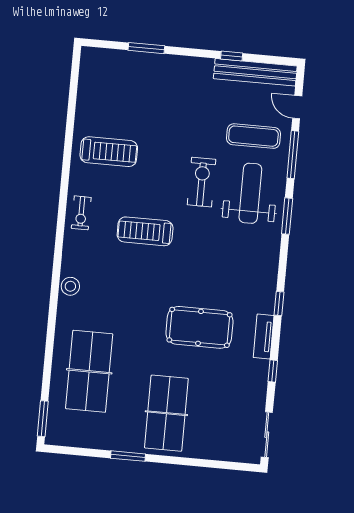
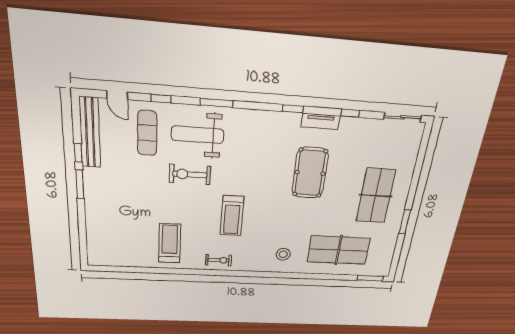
window: (146, 48) -> (80, 184), moved
door: (297, 107) -> (117, 95), hinge flipped
window: (293, 155) -> (161, 99), width x0.46
stool: (70, 286) -> (283, 254), moved
table tennis table: (166, 413) -> (376, 196), turned 90

